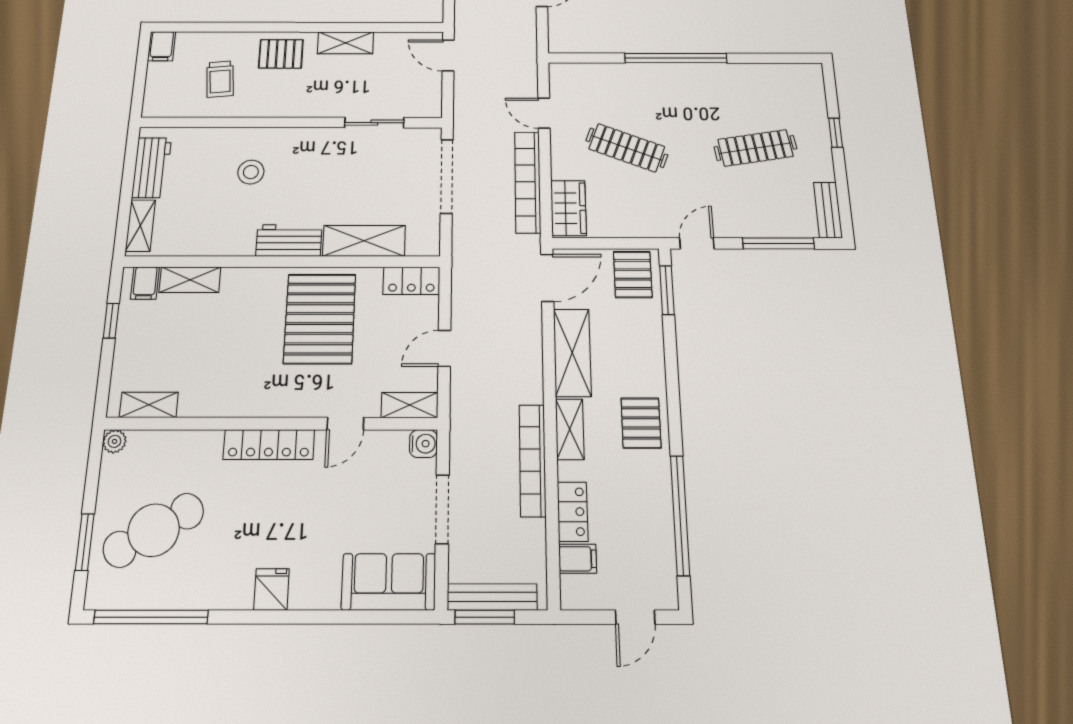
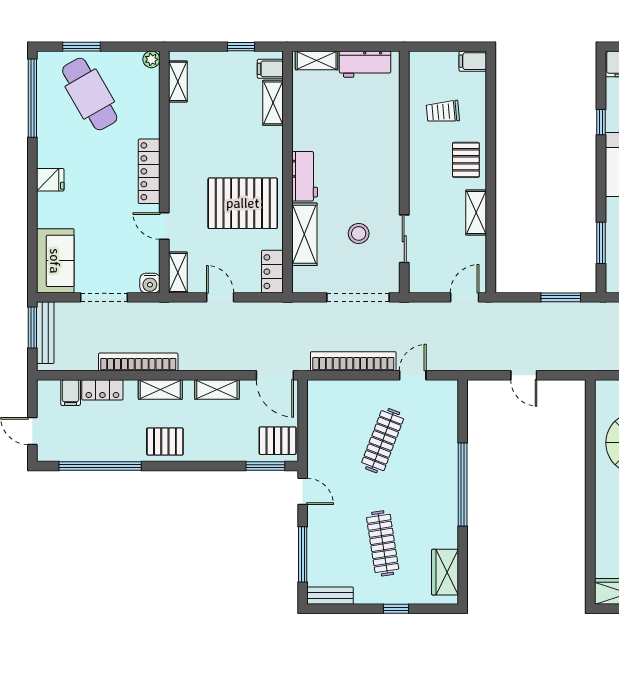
stool: (251, 172) -> (359, 233), moved
wardrobe: (568, 208) -> (445, 572), moved, turned 90
shelving: (572, 353) -> (217, 389), width x0.67, depth x0.75

